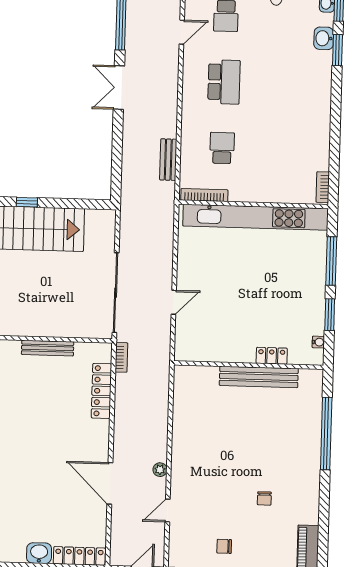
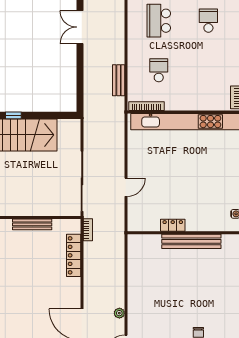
school desk: (224, 82) -> (159, 21), turned 180
school desk: (290, 84) -> (208, 21), added
locker: (272, 356) -> (173, 225), moved

